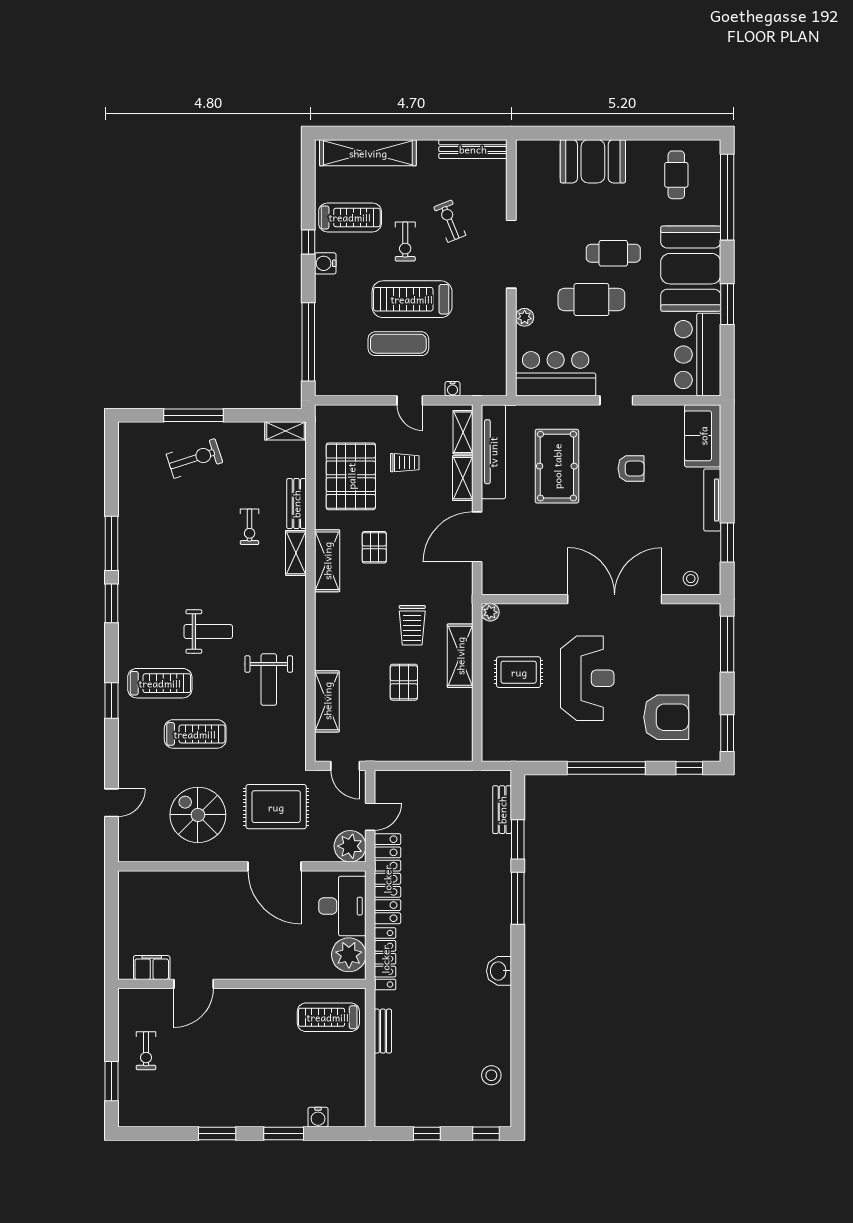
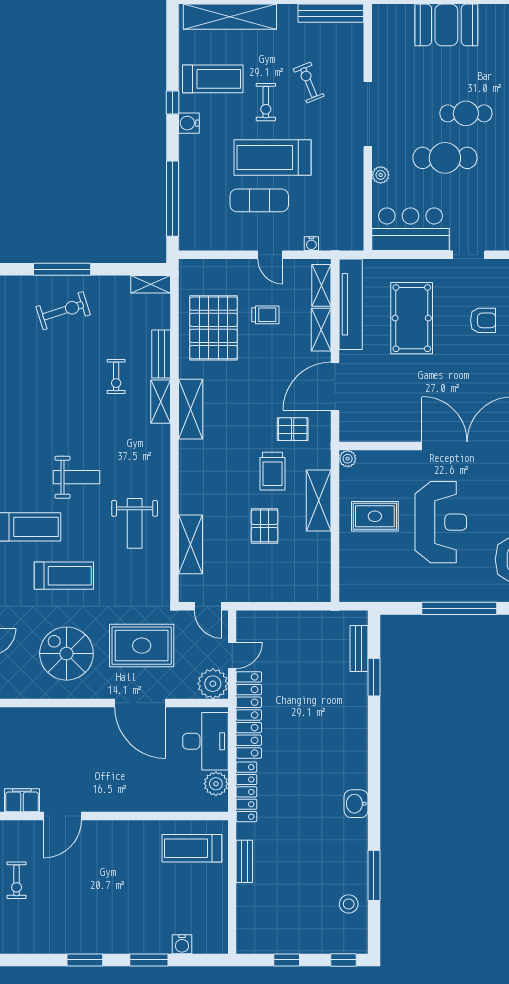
pallet: (374, 547) -> (293, 429), moved, turned 90
window: (518, 898) -> (374, 875), moved
plant: (349, 955) -> (216, 784), width x0.73, depth x0.73

